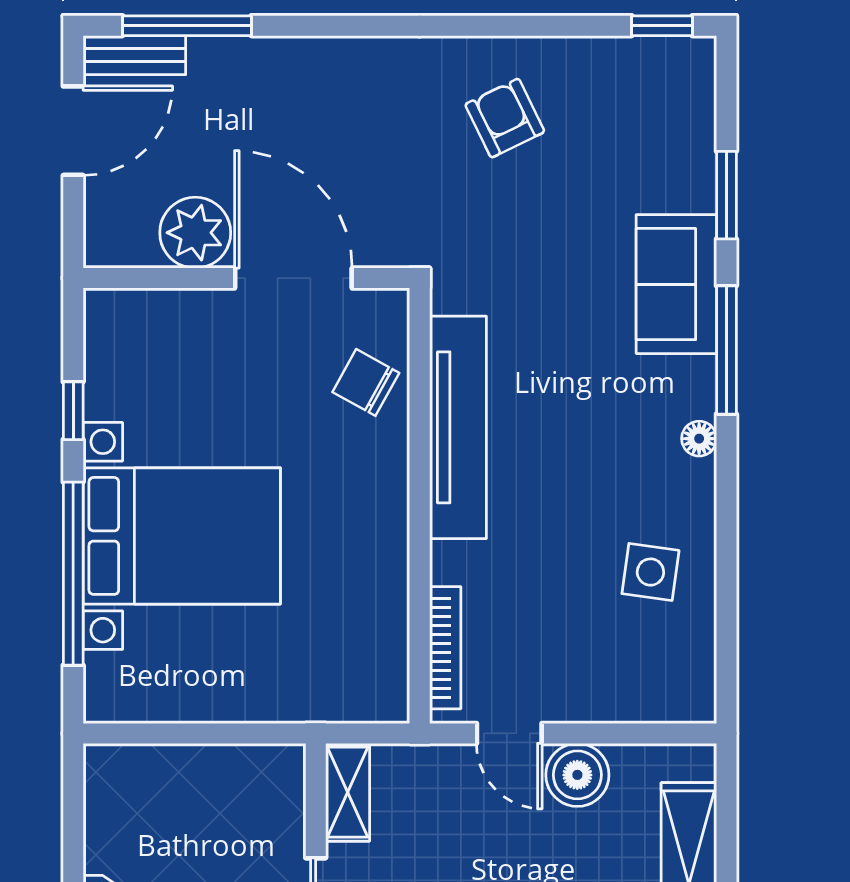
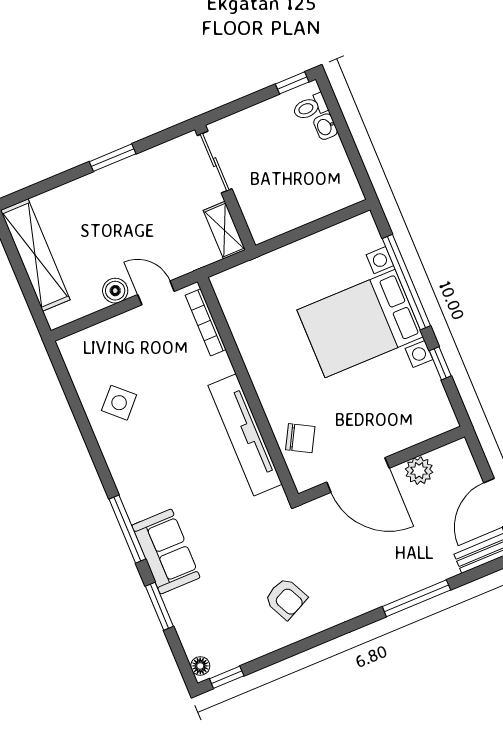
window: (187, 26) -> (416, 598), moved
plant: (195, 233) -> (419, 471), width x0.73, depth x0.73
floor lamp: (699, 439) -> (200, 666), moved
side table: (650, 572) -> (119, 403), turned 35
boiler: (577, 775) -> (115, 291), width x0.73, depth x0.73

